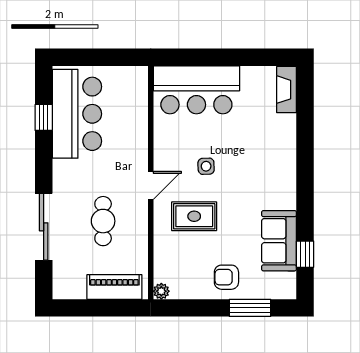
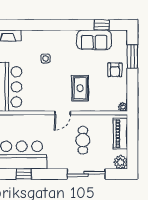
side table: (206, 166) -> (46, 58), moved
door: (151, 185) -> (63, 113), swing flipped
cafe table: (103, 221) -> (83, 140), turned 90
plant: (64, 287) -> (121, 162), added

